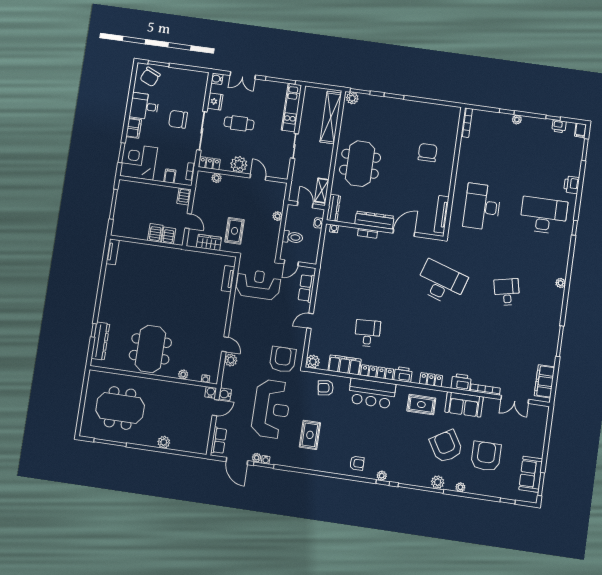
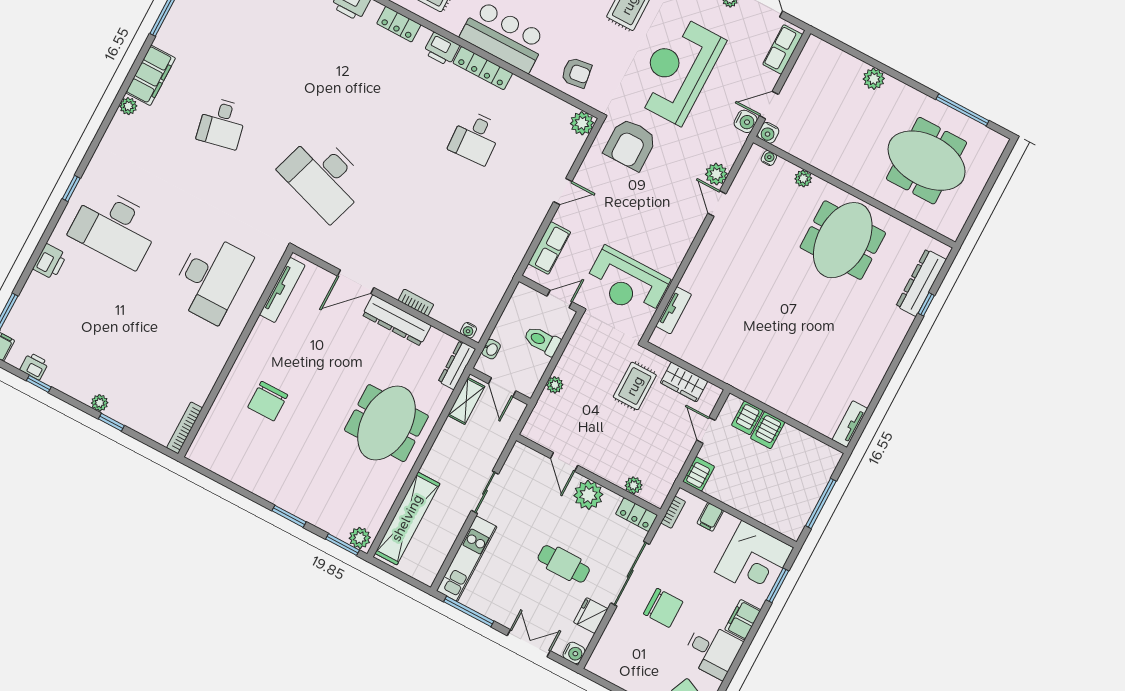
filing cabinet: (345, 365) -> (151, 75), moved, turned -90

